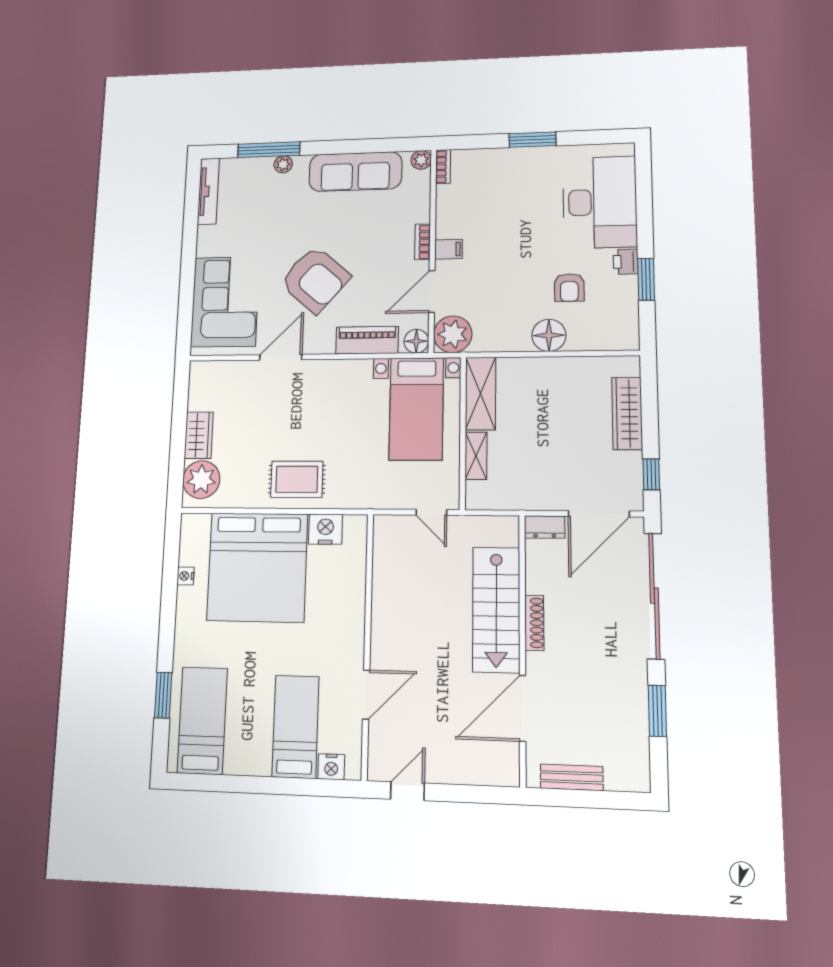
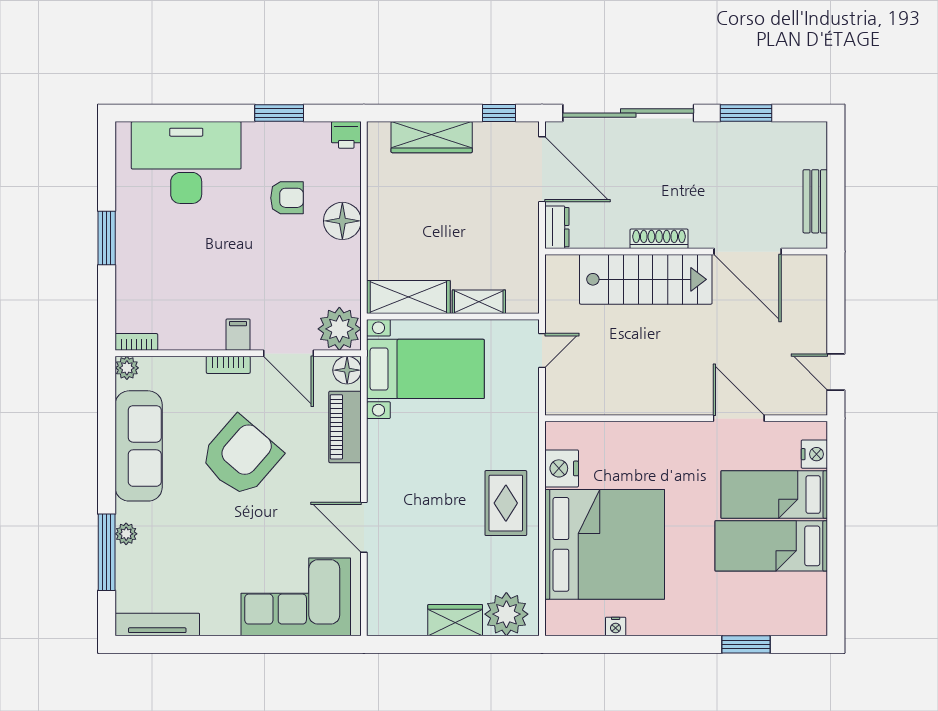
printer: (626, 262) -> (346, 135), moved
armchair: (315, 279) -> (241, 456), moved
bed: (202, 720) -> (771, 546), moved

